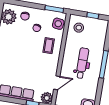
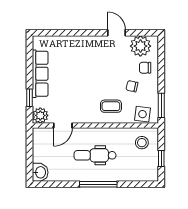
dental chair: (82, 63) -> (95, 155), turned 180
door: (57, 83) -> (63, 126), hinge flipped

